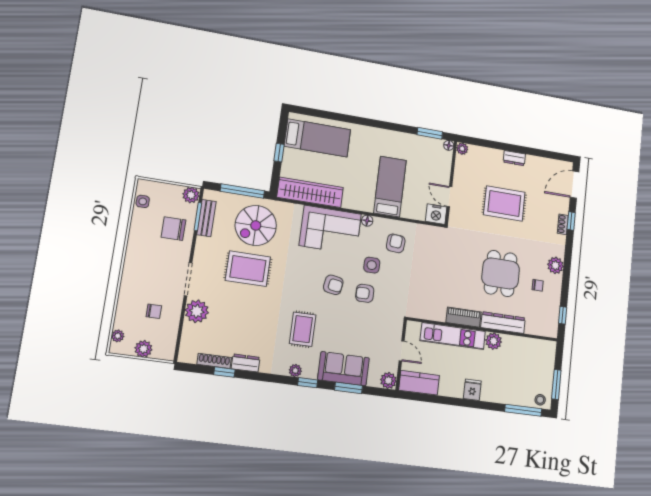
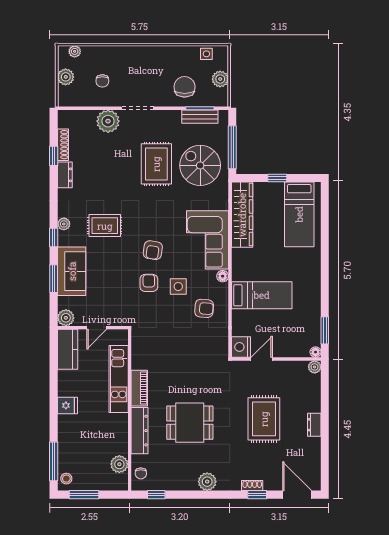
plant: (191, 195) -> (220, 79), moved
chair: (538, 285) -> (141, 473), moved
plant: (494, 341) -> (119, 464), moved

